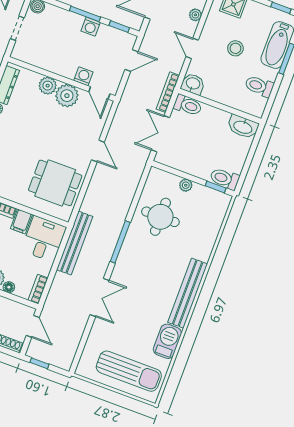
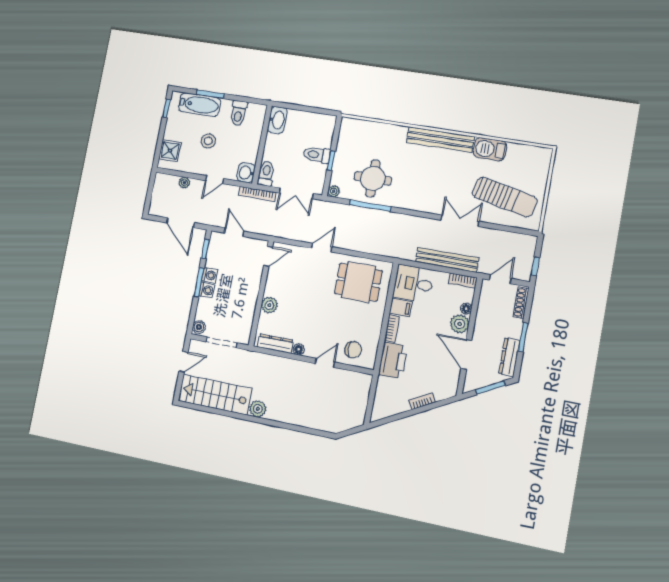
doorway: (17, 28) -> (222, 342), width x1.38
washing machine: (83, 76) -> (207, 290), moved, turned 180
plant: (67, 96) -> (276, 286), removed
toilet: (225, 179) -> (317, 155), moved, turned 90
dining table: (55, 183) -> (358, 282), turned 90
plant: (186, 185) -> (334, 191), moved
window: (216, 187) -> (331, 161), moved
window: (120, 242) -> (370, 206), moved
bench: (75, 243) -> (447, 260), moved
sun lounger: (129, 371) -> (504, 197), moved, turned 102

